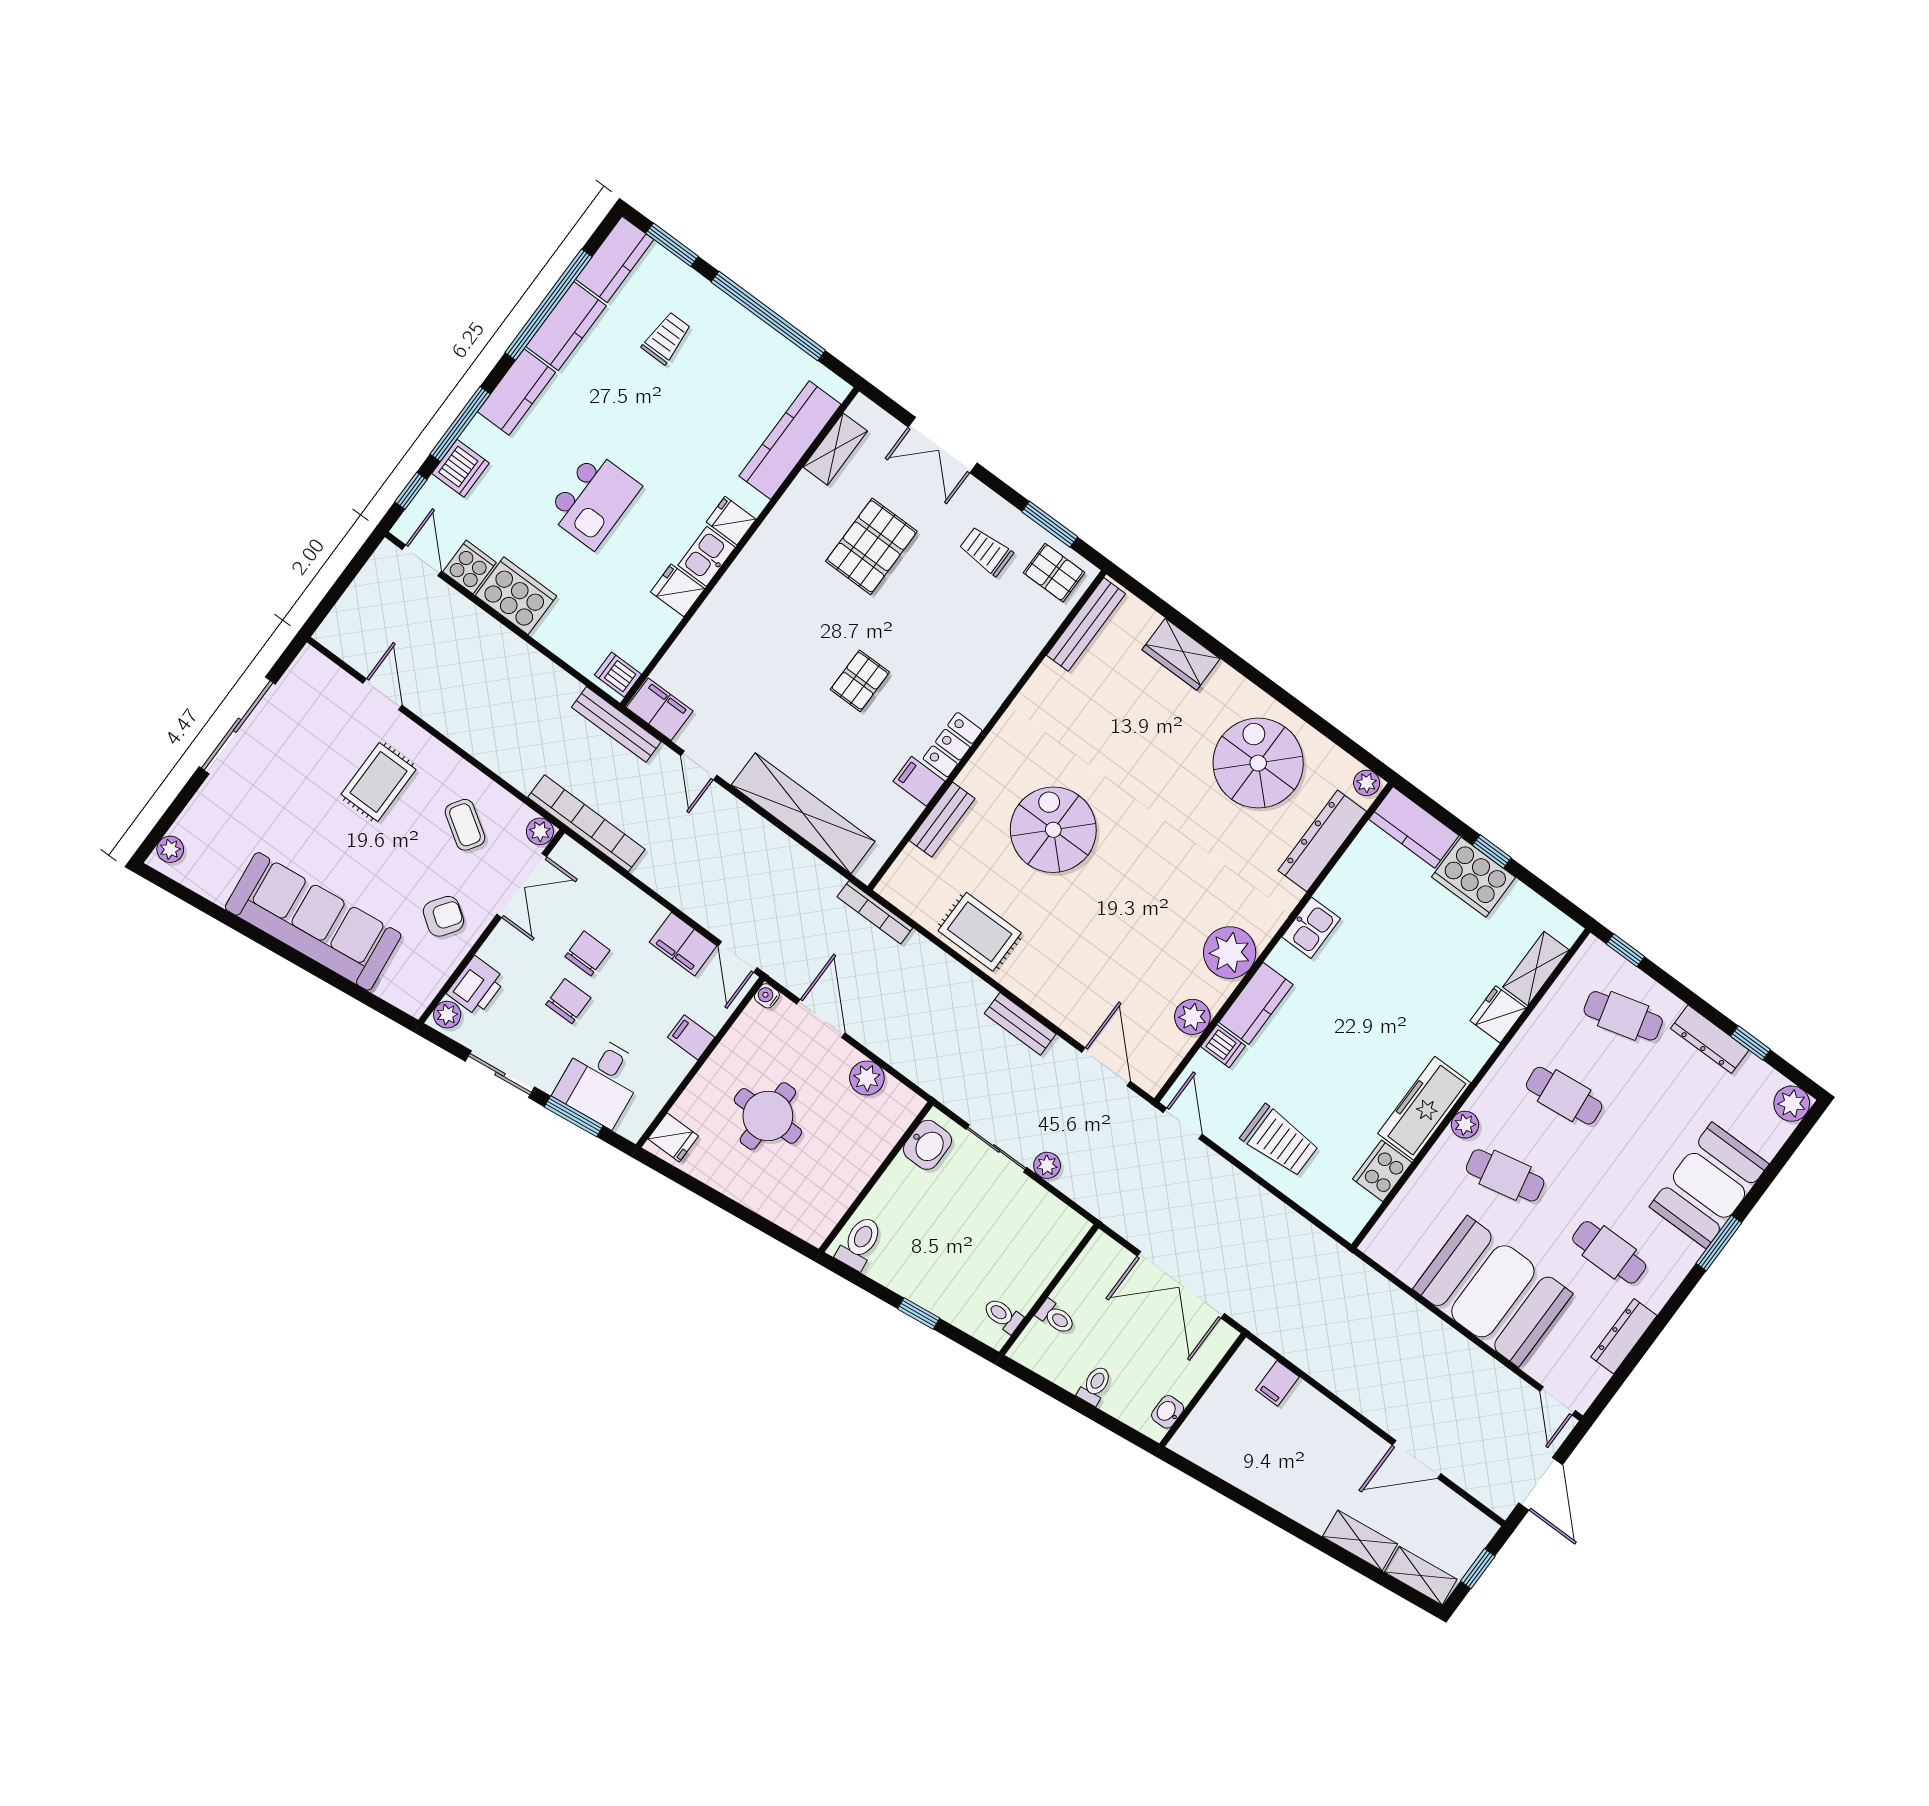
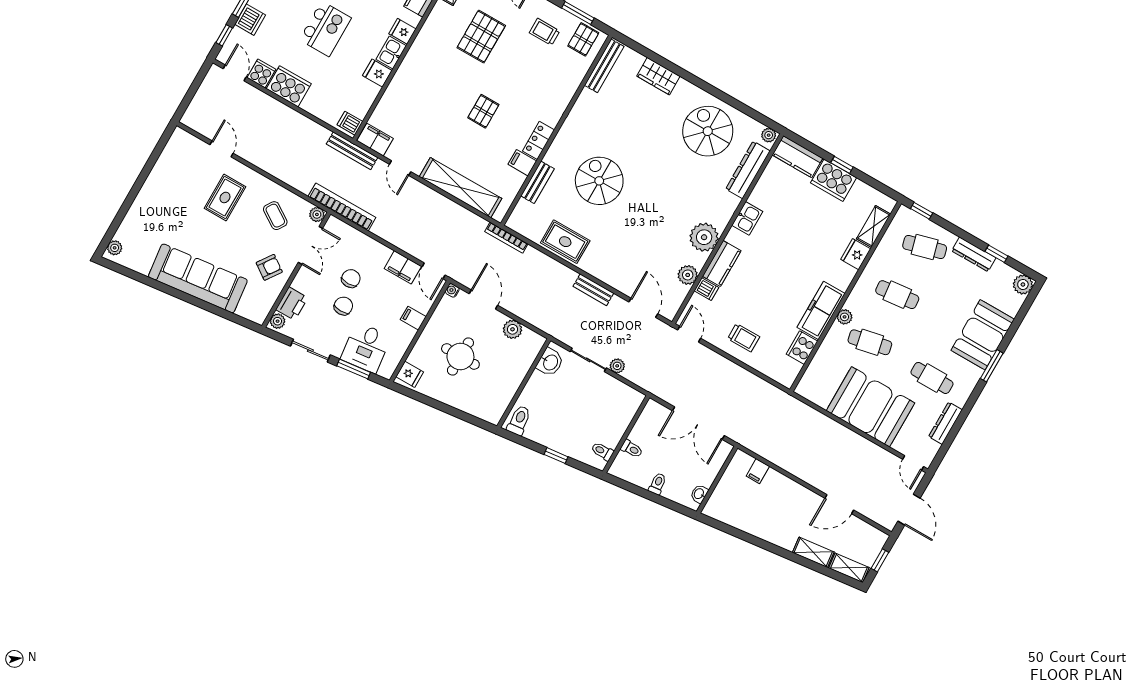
pallet: (1054, 573) -> (583, 39), turned 90
sliding door: (237, 725) -> (144, 175), removed
trolley: (1280, 1141) -> (744, 338), width x0.73, depth x0.72

